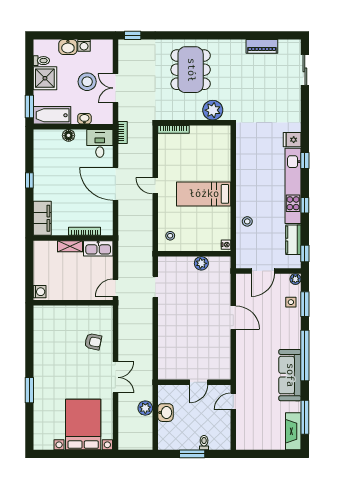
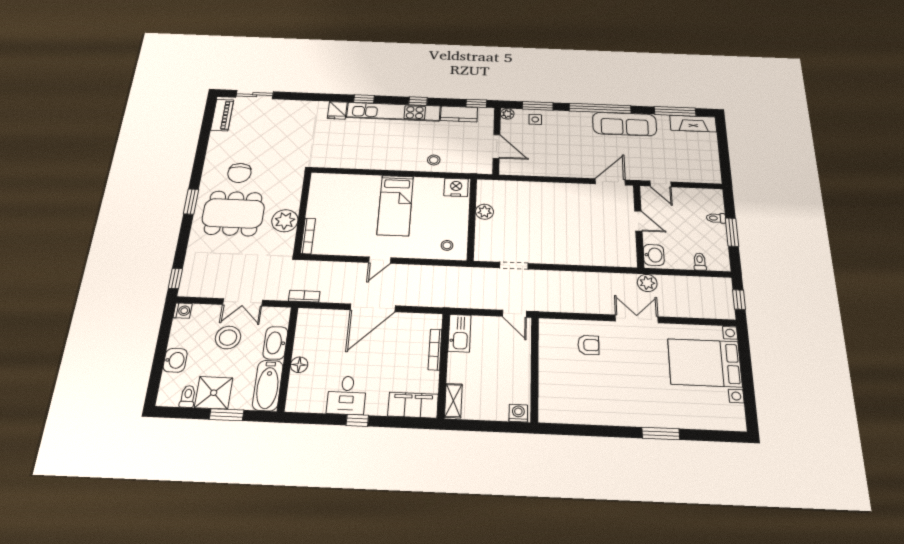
window: (200, 35) -> (191, 202), added
washing machine: (84, 45) -> (183, 311), moved
piano: (262, 46) -> (222, 115), moved
chair: (228, 69) -> (239, 173), added
window: (29, 107) -> (227, 415), moved
plant: (213, 110) -> (285, 221), moved
washbasin: (84, 119) -> (275, 343), width x1.91, depth x1.45
desk: (100, 143) -> (347, 395), moved, turned -90
nightstand: (226, 245) -> (456, 187), width x1.89, depth x1.79
shelving: (70, 246) -> (453, 401), moved
door: (233, 318) -> (610, 182), moved
armchair: (93, 342) -> (588, 345), turned 78
plant: (145, 408) -> (647, 283), moved
washbasin: (165, 413) -> (654, 255), moved, turned 90
toilet: (165, 427) -> (700, 262), added
window: (135, 454) -> (739, 300), added

